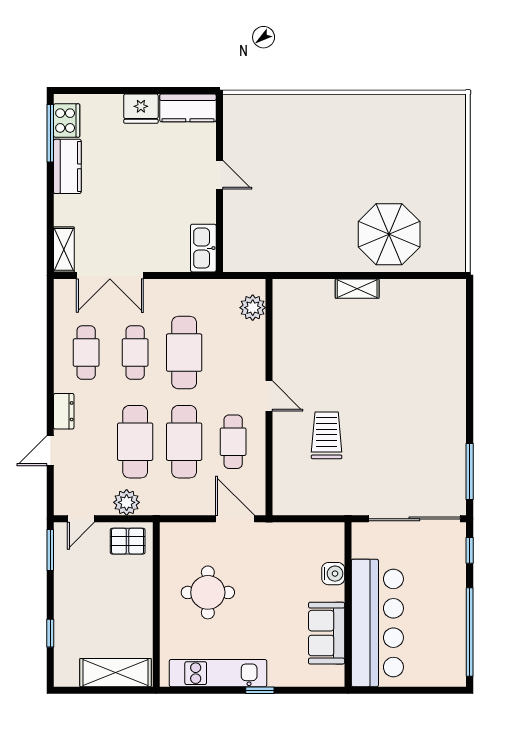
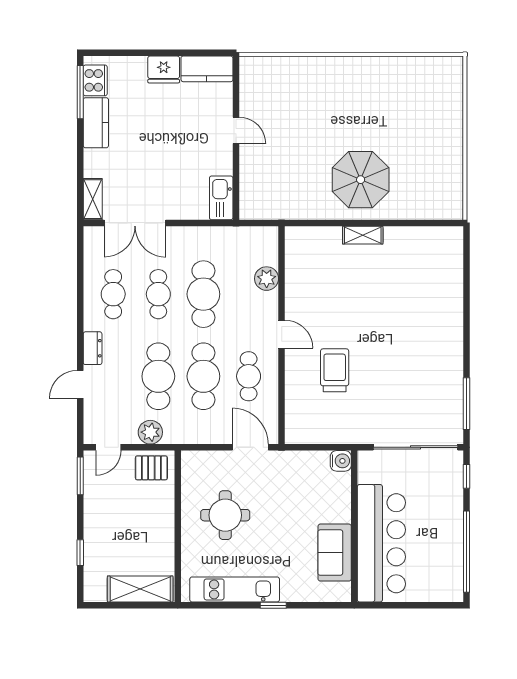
parasol: (389, 234) -> (361, 180), moved
plant: (253, 308) -> (267, 279), moved
water cooler: (333, 574) -> (341, 461), moved

